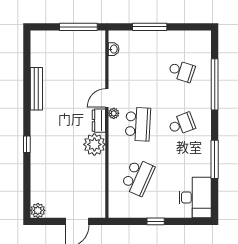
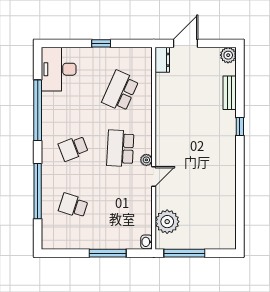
washbasin: (114, 49) -> (147, 242), moved
bench: (36, 89) -> (230, 93), moved, width x0.73
dresser: (99, 121) -> (162, 60), moved
plant: (94, 144) -> (167, 222), moved
window: (215, 159) -> (38, 110), width x1.46

